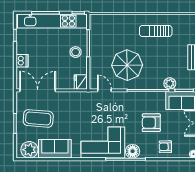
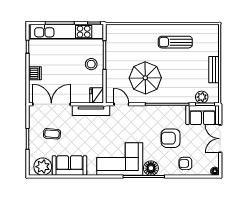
plant: (170, 83) -> (202, 97), moved
tv unit: (75, 96) -> (91, 111), added
coffee table: (38, 118) -> (52, 134), width x0.54, depth x0.58

